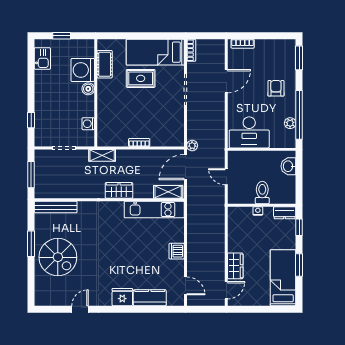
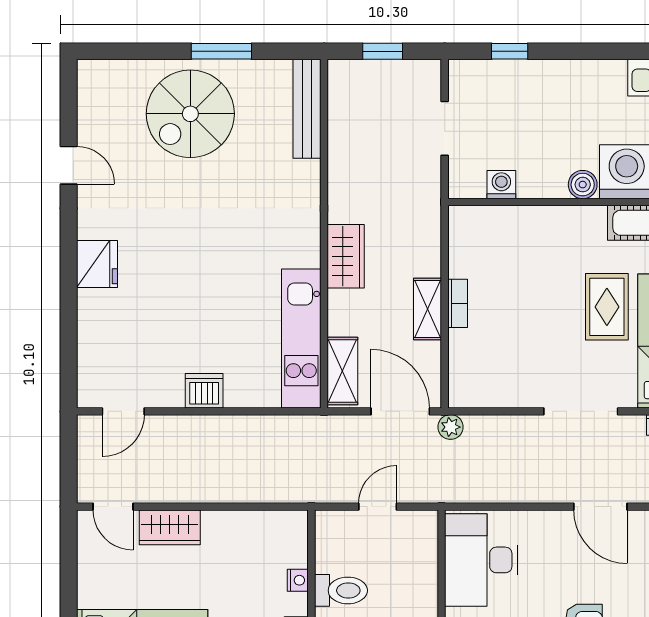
shelving: (102, 155) -> (428, 309), moved
window: (31, 175) -> (383, 51), width x0.67
kitchen counter: (150, 298) -> (96, 328), removed

